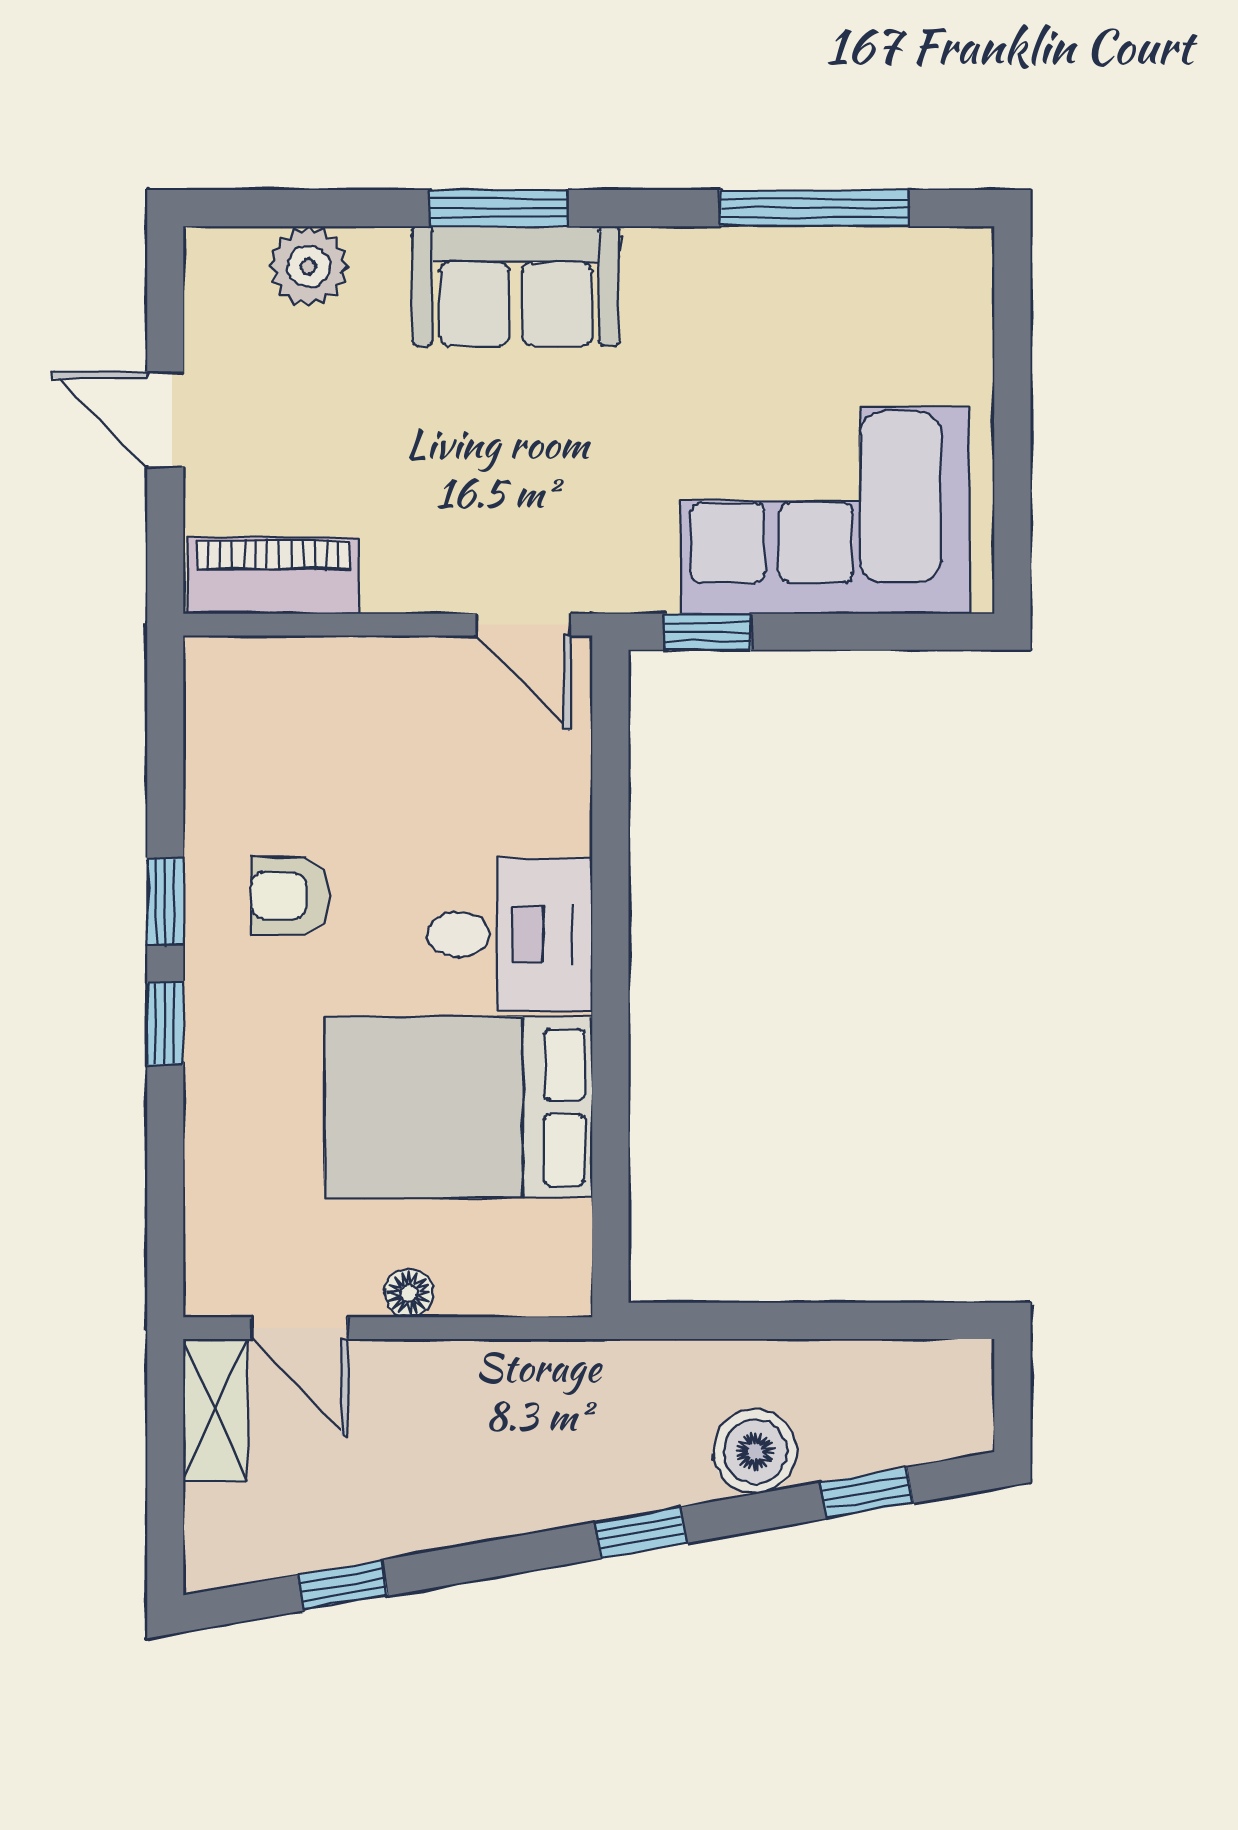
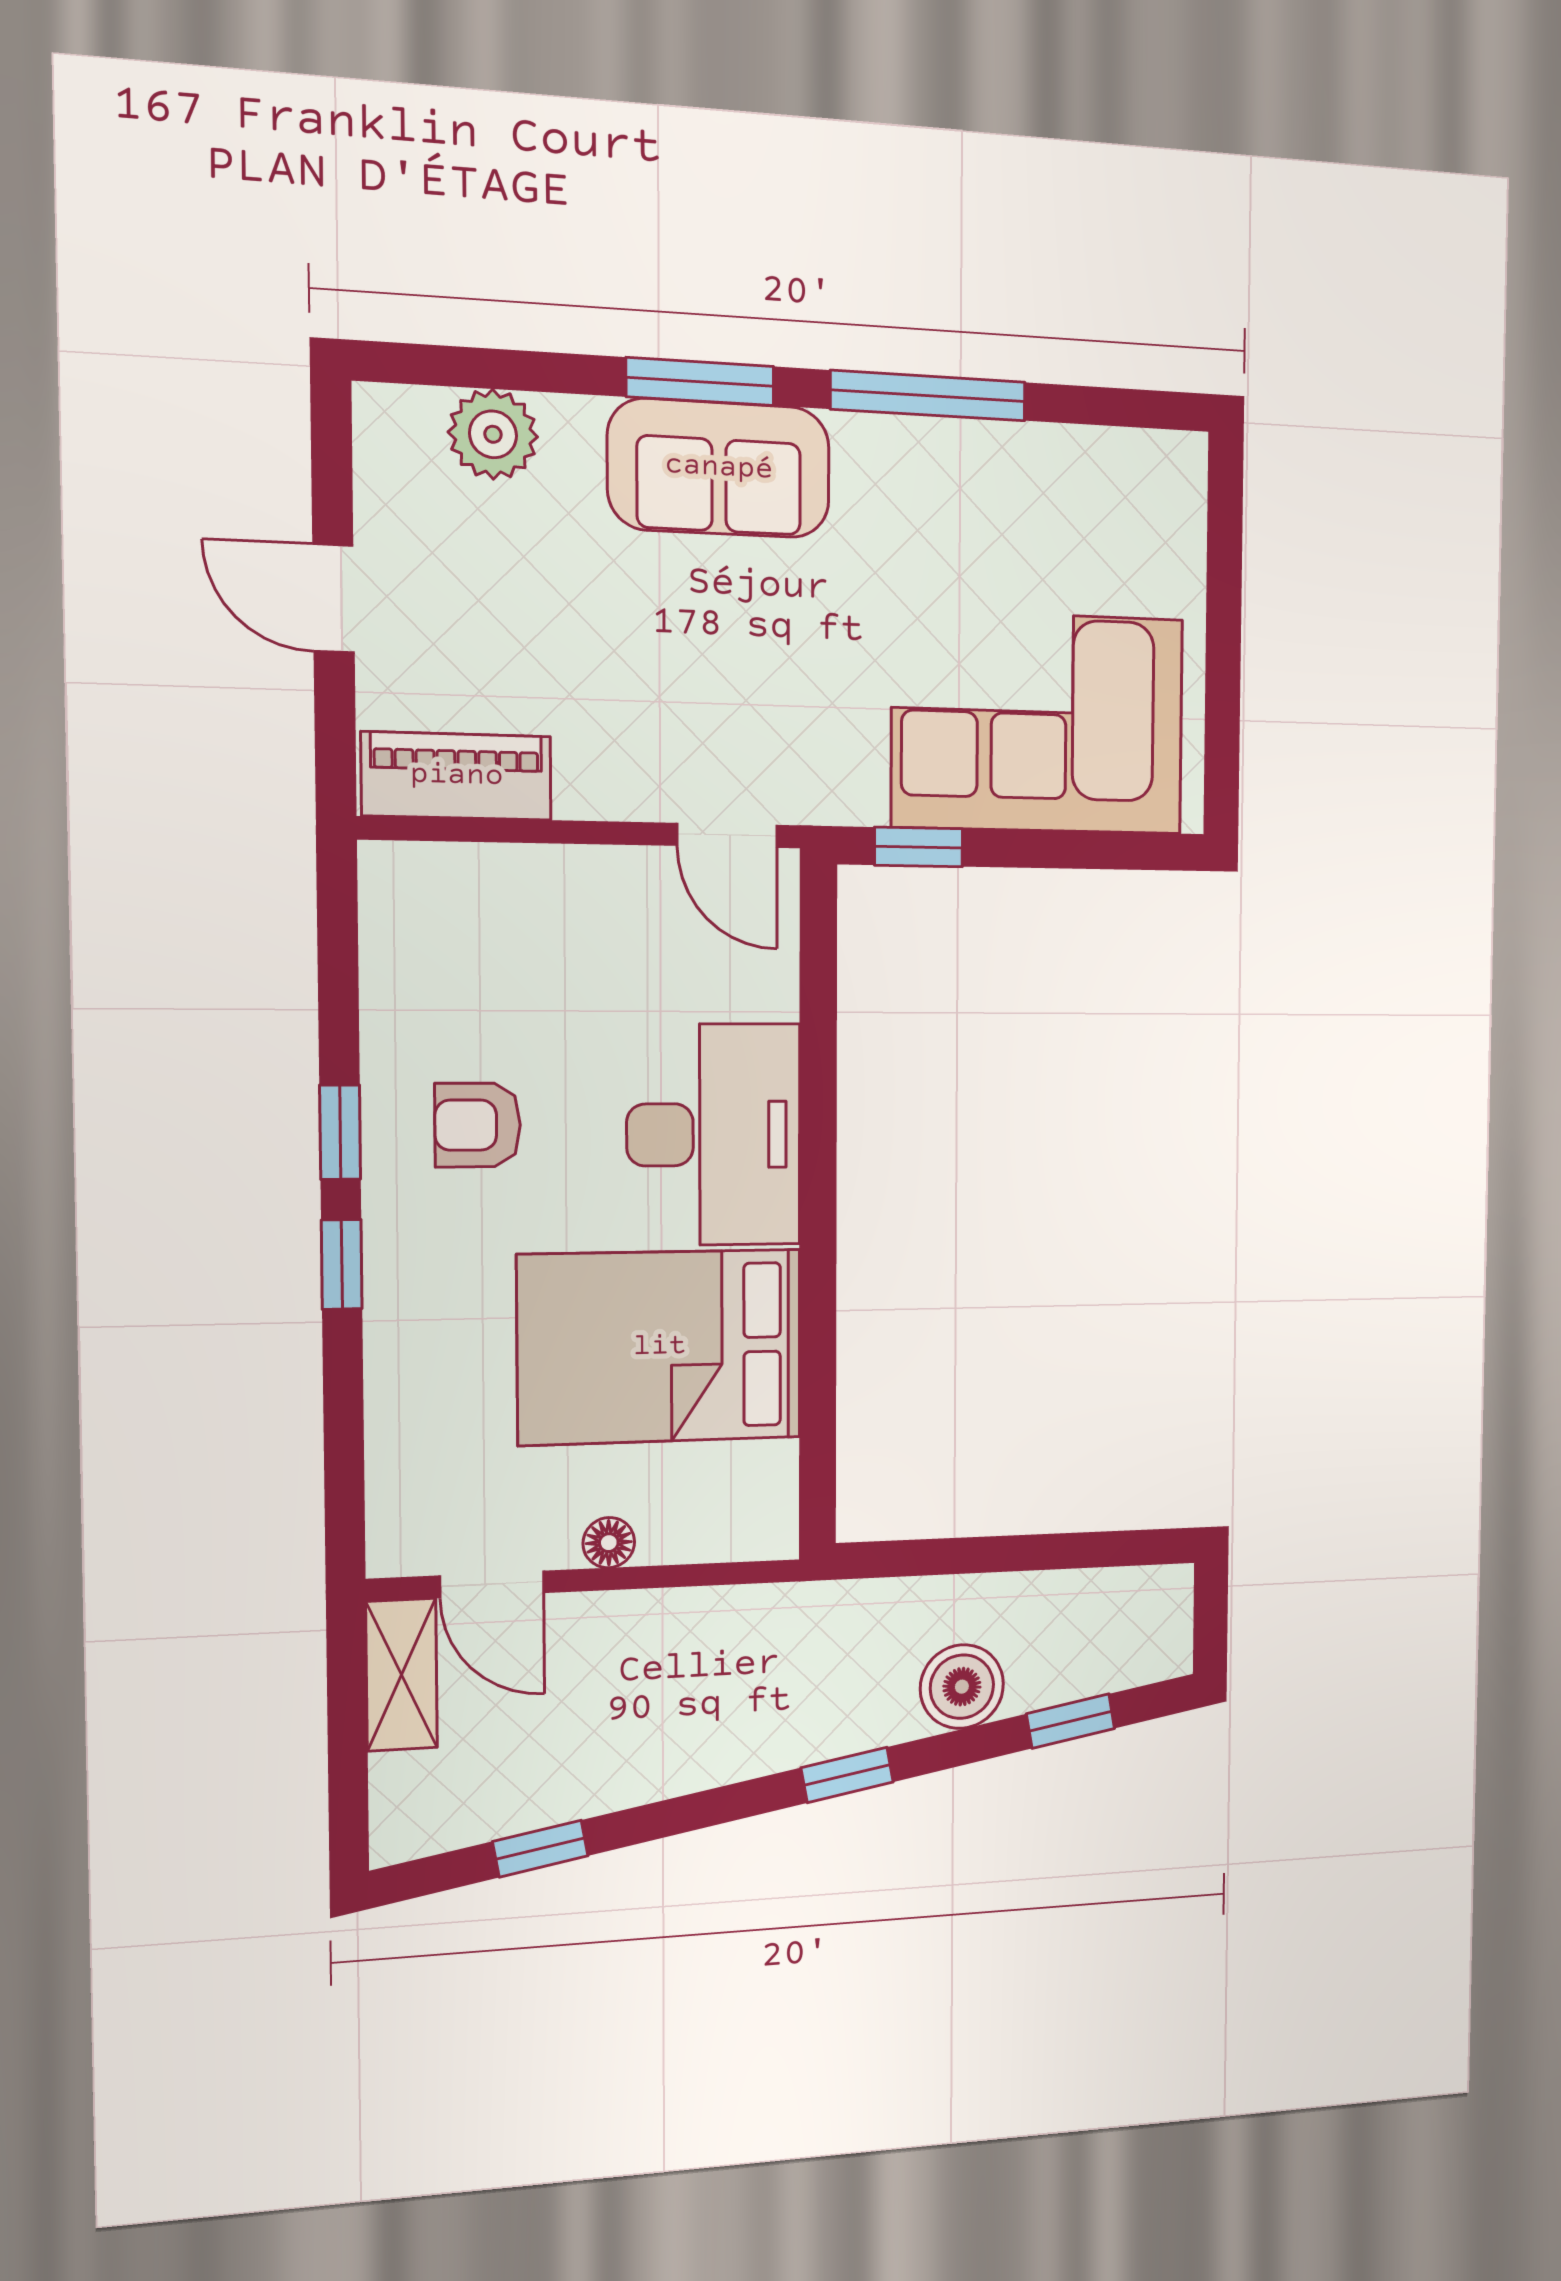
window: (814, 208) -> (928, 396), moved
desk: (510, 934) -> (714, 1135), width x1.37

